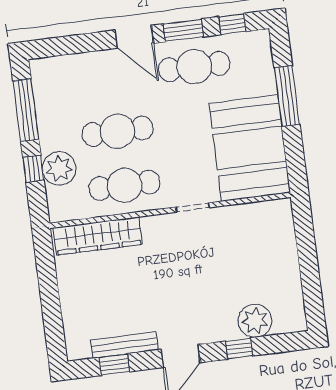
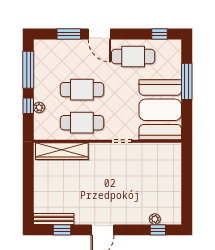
window: (183, 30) -> (69, 34), moved
plant: (59, 168) -> (39, 108), width x0.53, depth x0.53
plant: (255, 321) -> (155, 219), width x0.53, depth x0.53
bench: (124, 345) -> (54, 219), moved
window: (239, 349) -> (158, 230), moved

